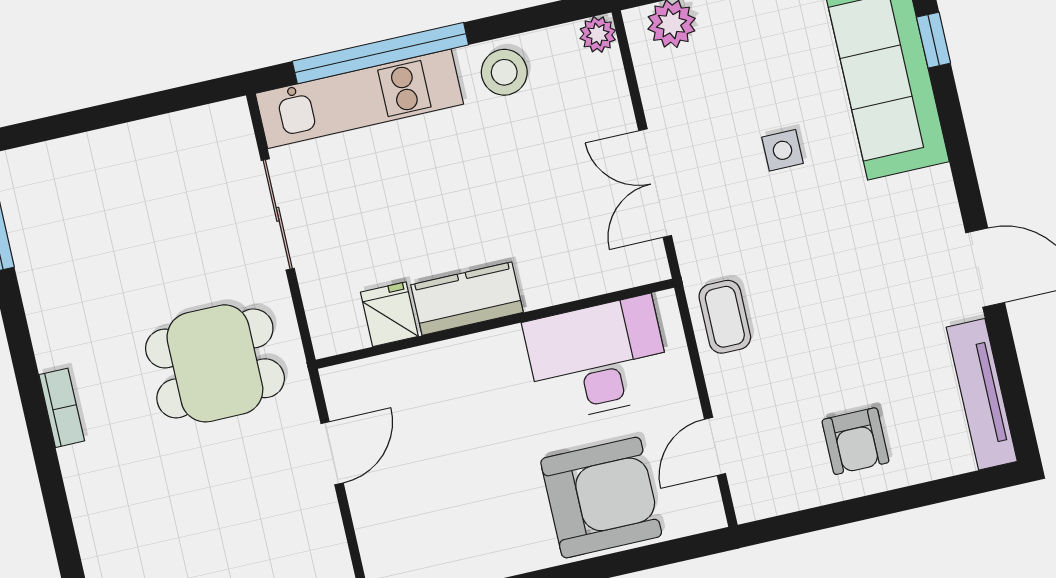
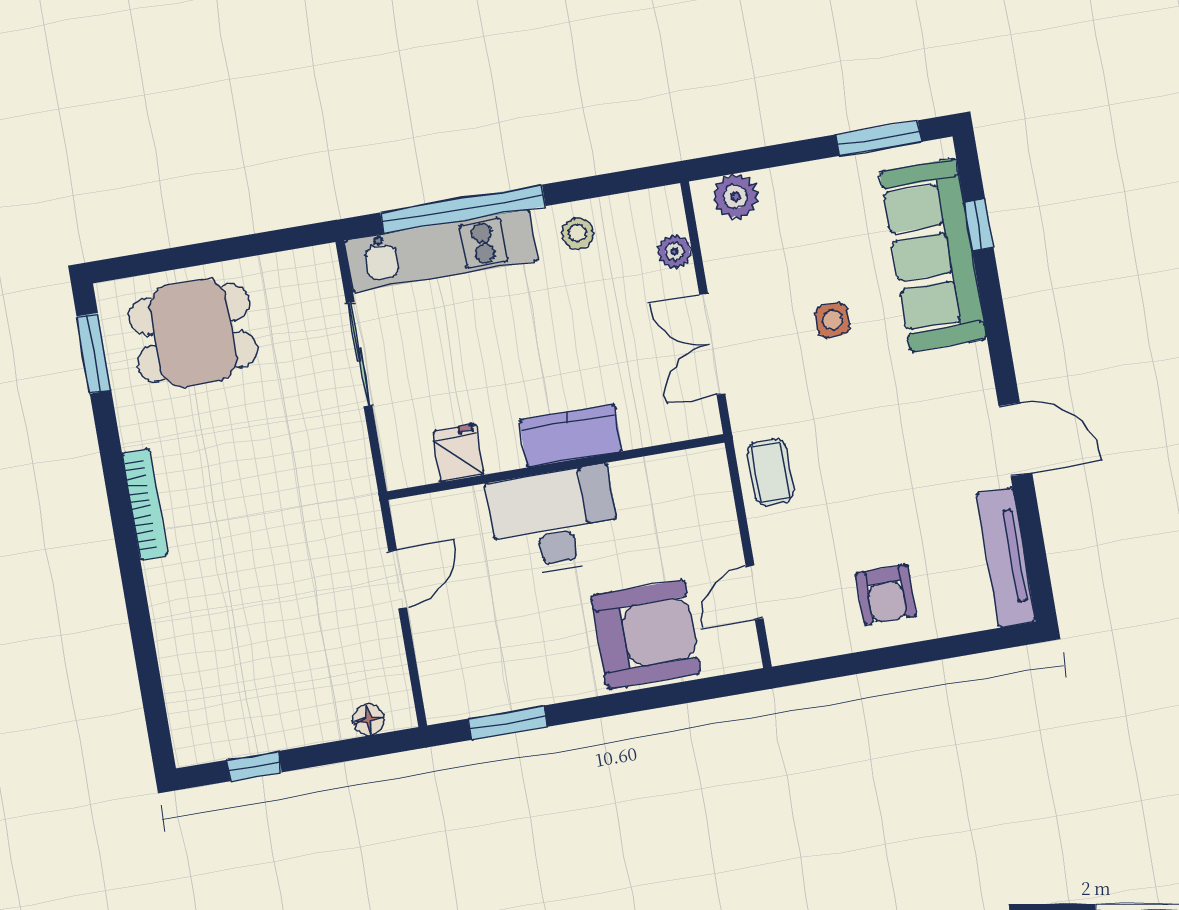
plant: (598, 34) -> (675, 252), moved
stool: (504, 72) -> (577, 233), width x0.73, depth x0.73
kitchen counter: (467, 299) -> (571, 436), moved
desk: (598, 359) -> (554, 521), moved
dining table: (215, 363) -> (193, 333), moved
bookcase: (62, 408) -> (145, 504), width x1.56

